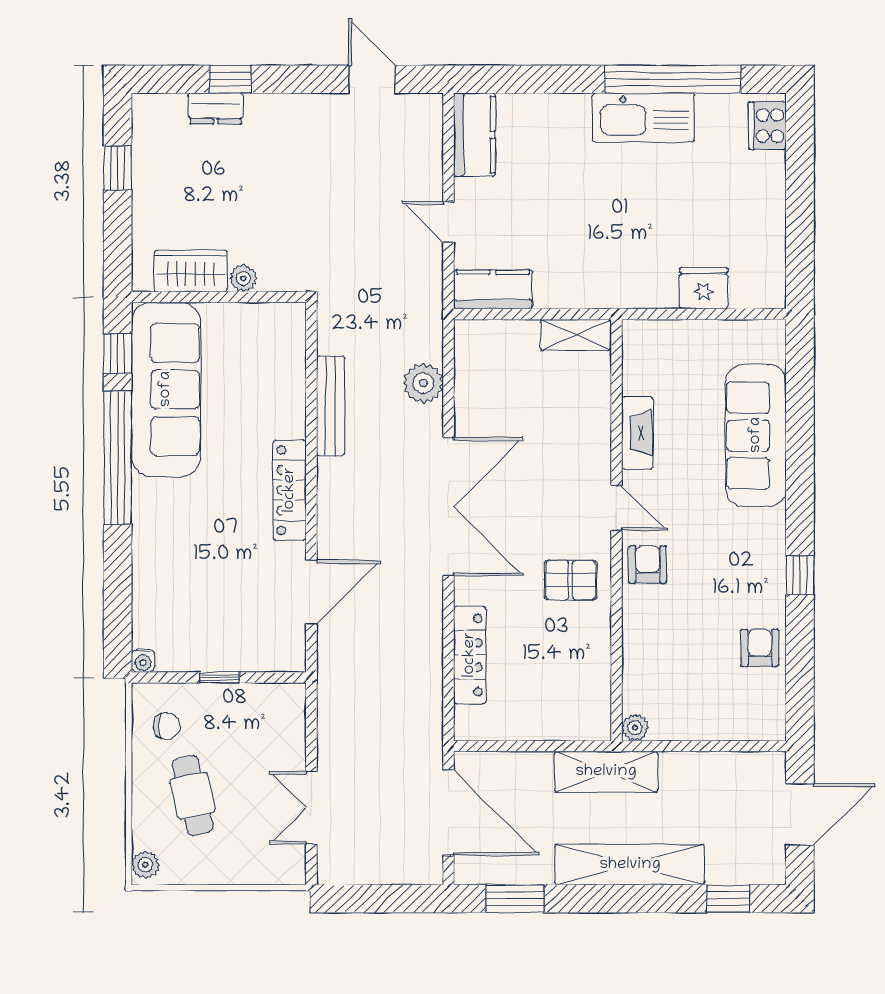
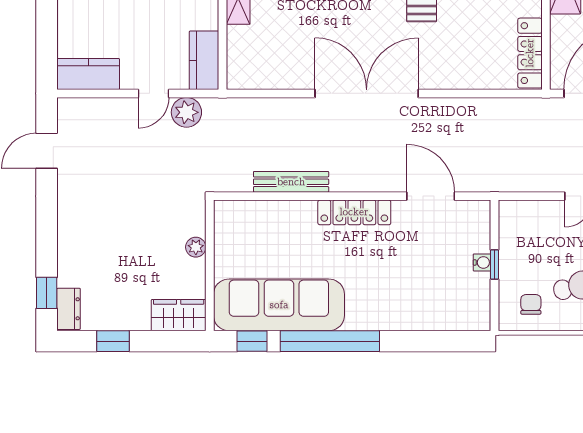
window: (230, 79) -> (47, 293), moved
dresser: (216, 109) -> (69, 309), moved
wardrobe: (191, 271) -> (179, 315), moved, turned 90
plant: (423, 383) -> (186, 112), moved
locker: (470, 655) -> (530, 53), moved, turned -90
water cooler: (143, 661) -> (482, 262), moved

